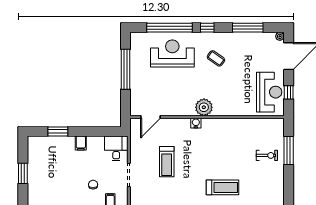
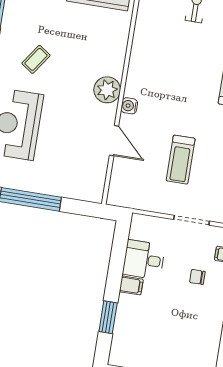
door: (150, 117) -> (114, 141), moved
desk: (116, 148) -> (144, 260), moved
treadmill: (167, 162) -> (181, 160), turned 90

